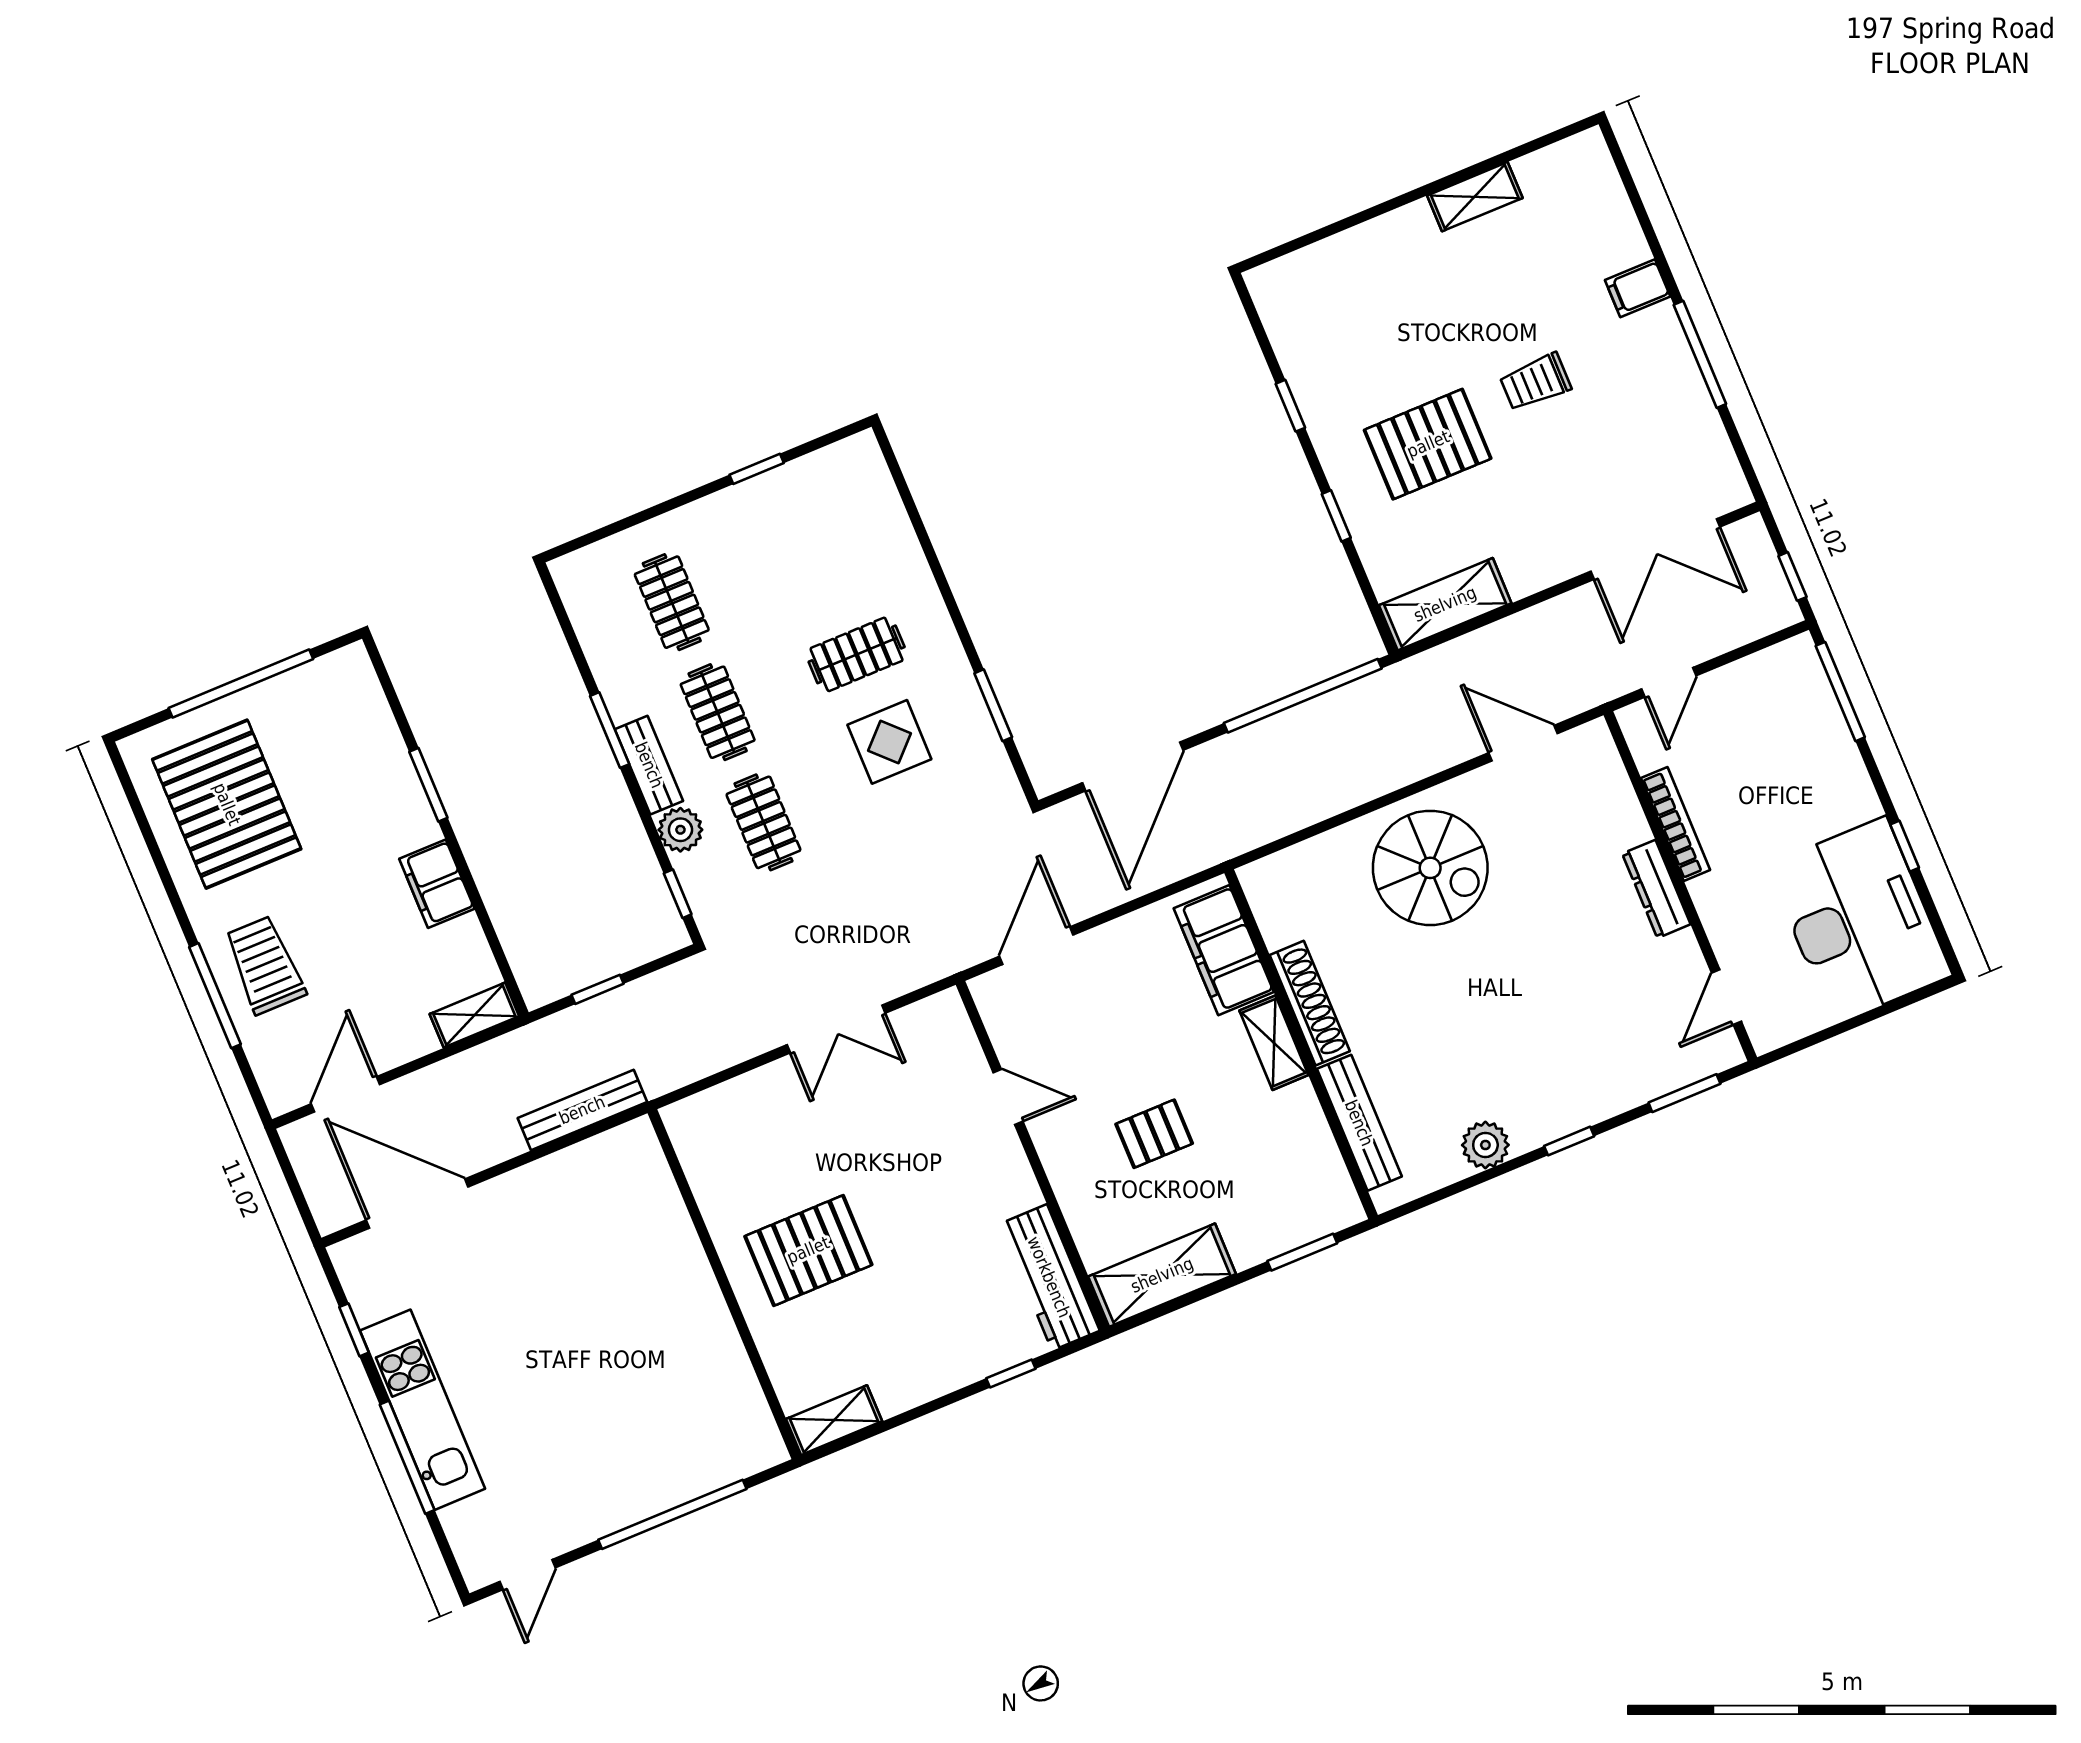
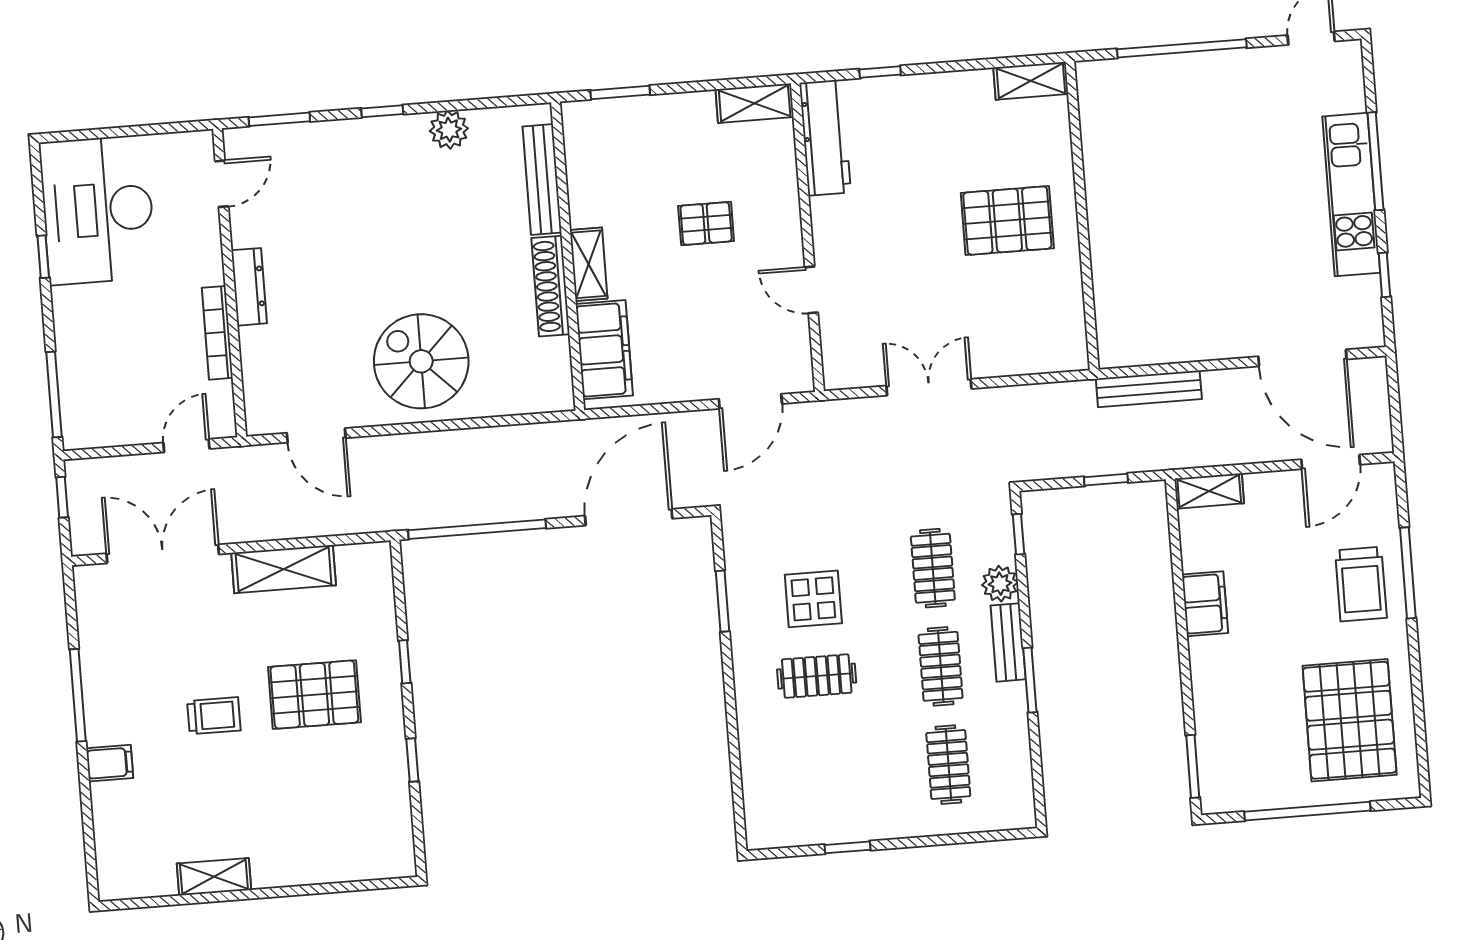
shelving: (1445, 604) -> (284, 569), moved
window: (428, 785) -> (1193, 766), moved
shelving: (1162, 1275) -> (755, 103), width x0.67, depth x0.75

